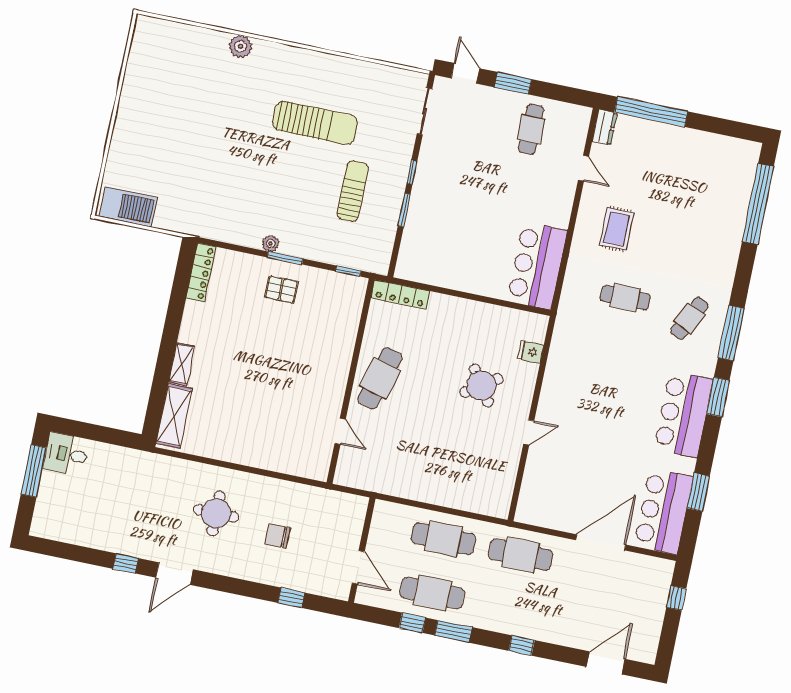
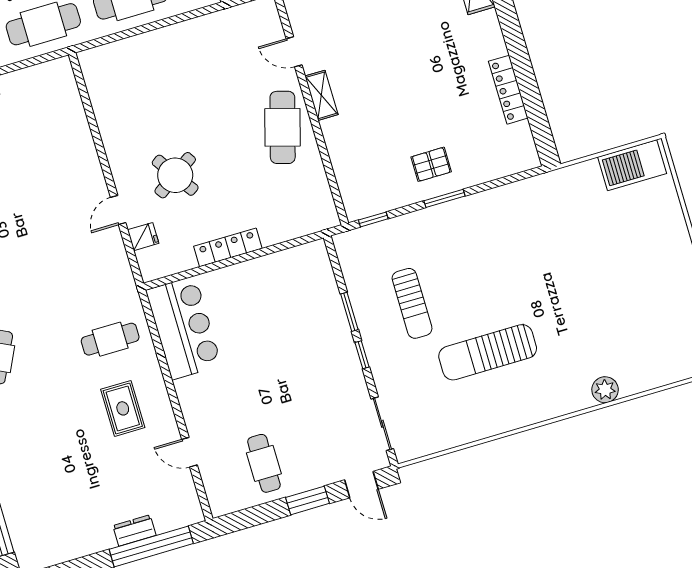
dresser: (605, 127) -> (134, 531), moved, turned 90
plant: (271, 244) -> (467, 205), removed
locker: (201, 273) -> (508, 90), moved
locker: (400, 294) -> (228, 247), moved
cafe table: (625, 298) -> (110, 339), moved
shelving: (182, 364) -> (321, 95), moved
door: (529, 432) -> (118, 210), moved

